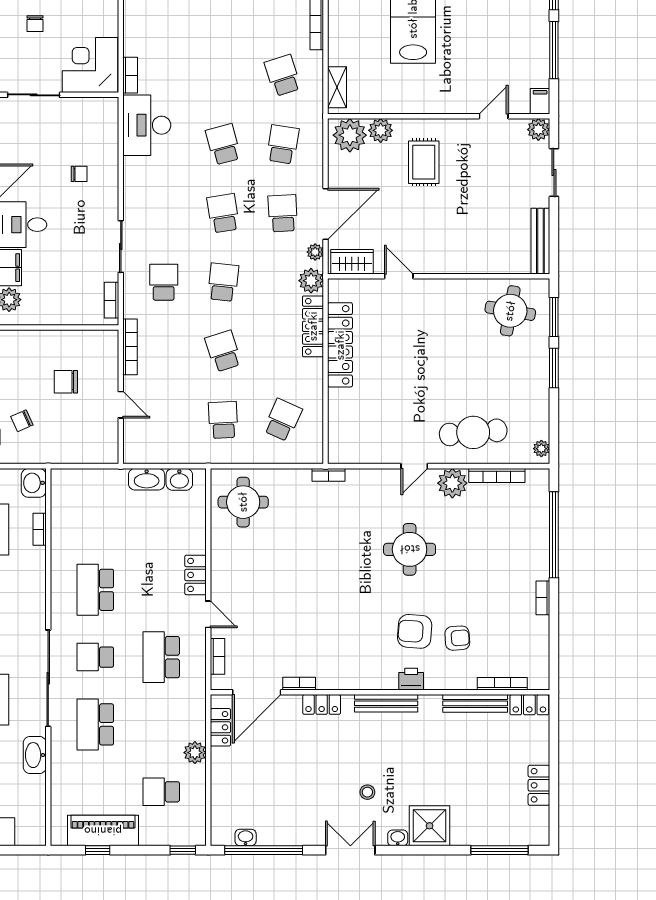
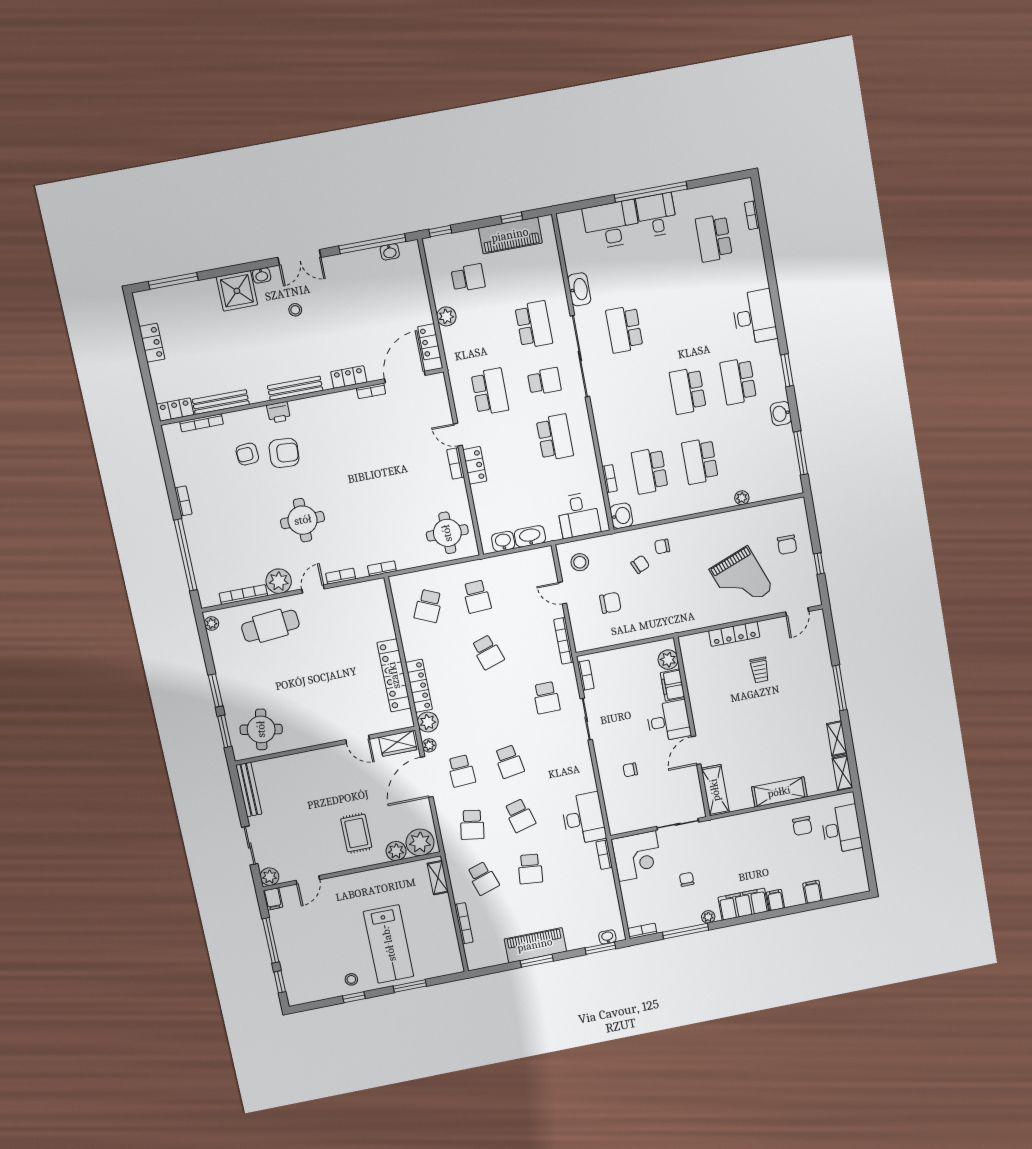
school desk: (223, 282) -> (530, 869), moved
stool: (93, 437) -> (580, 562), added
bookcase: (379, 475) -> (341, 576), added
desk: (85, 493) -> (578, 515), added
bookcase: (218, 656) -> (456, 463), moved

